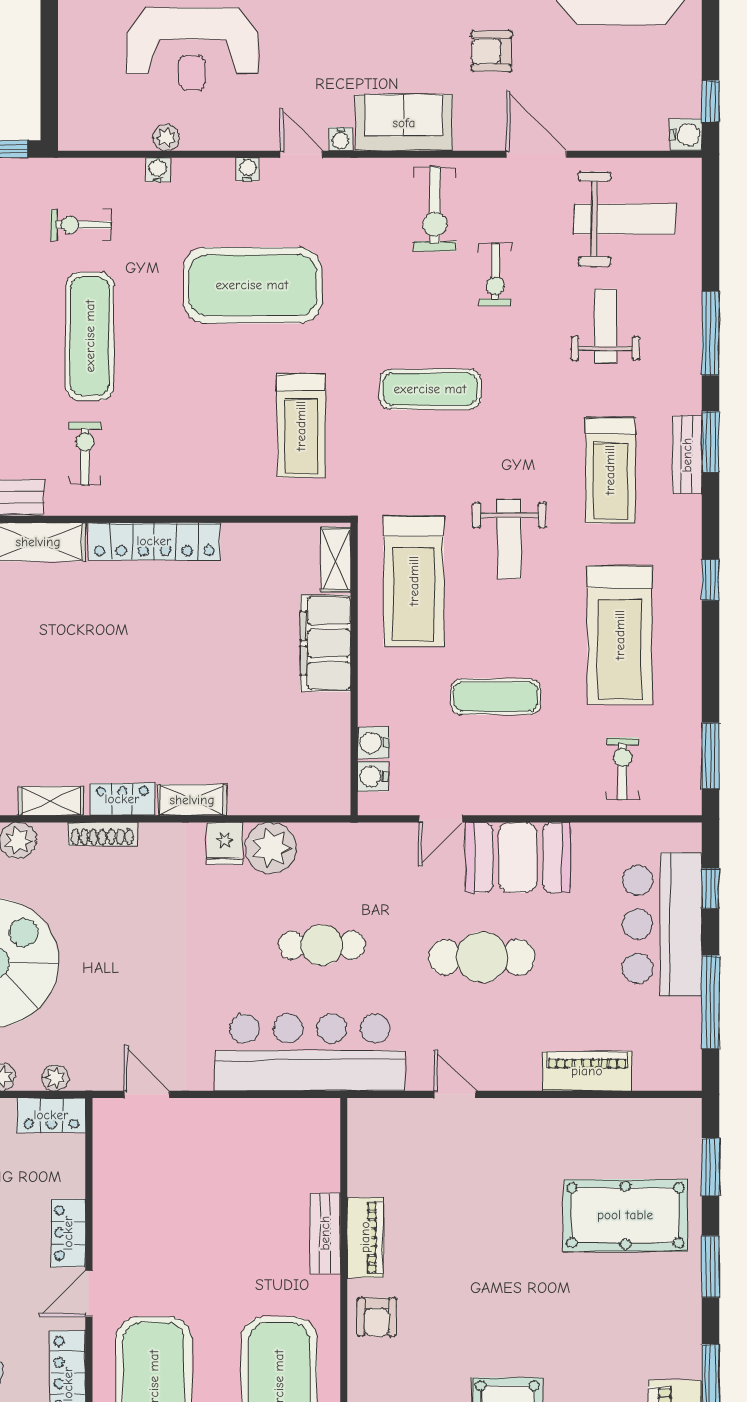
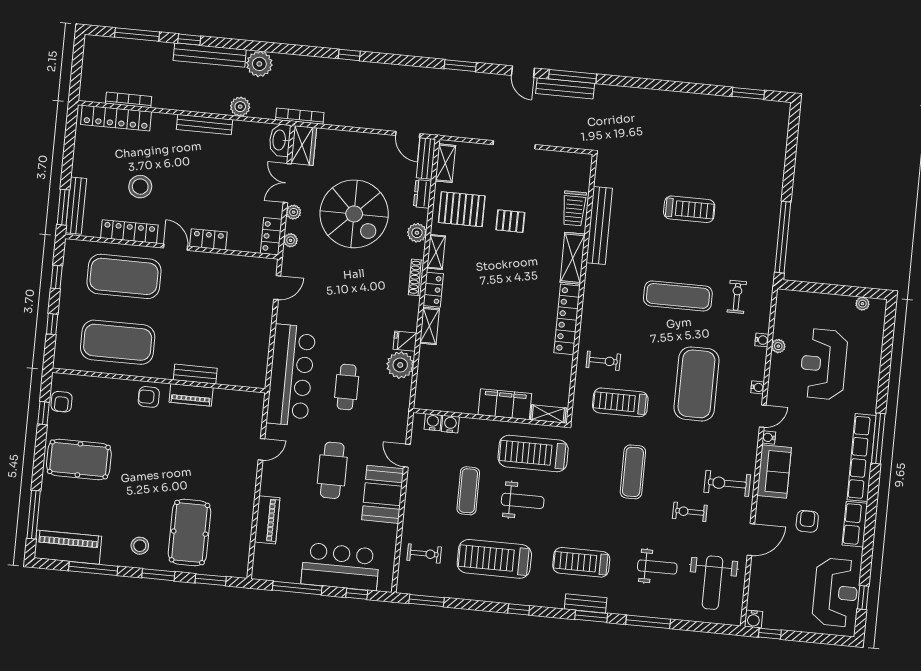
exercise bike: (85, 453) -> (603, 361), moved
weight bench: (510, 539) -> (523, 501), moved, turned 180
stool: (659, 1307) -> (140, 546), added

